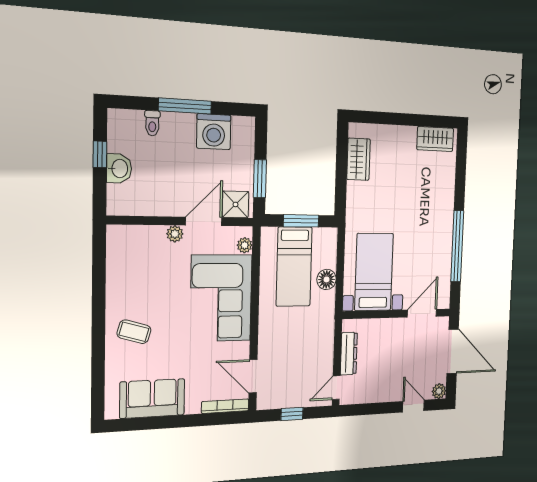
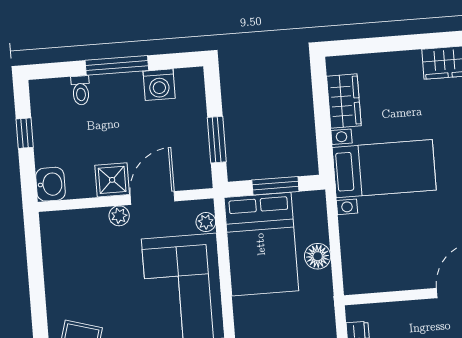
washing machine: (214, 132) -> (159, 85), width x0.73, depth x0.73
washbasin: (119, 168) -> (50, 184), moved
shower: (236, 204) -> (112, 180), moved
bed: (294, 267) -> (261, 244), width x1.50
bed with nightstands: (374, 272) -> (384, 169), moved, turned 90

